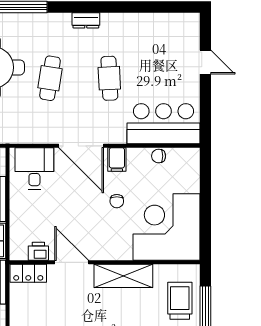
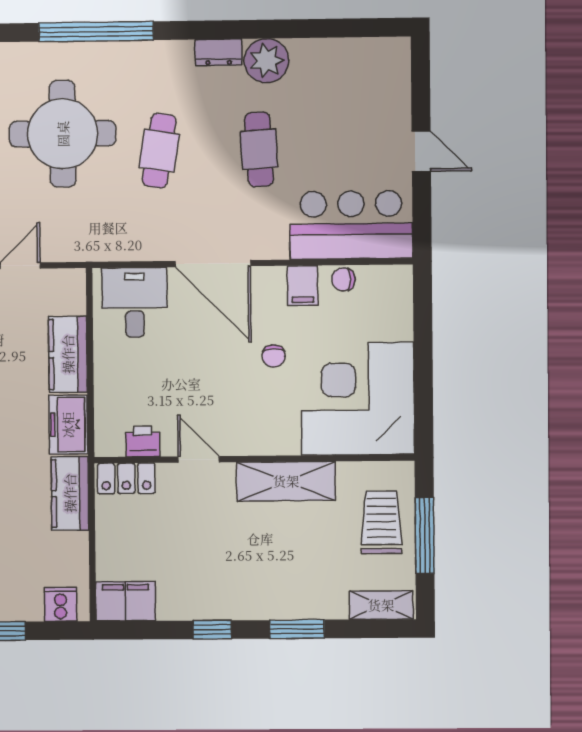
plant: (114, 26) -> (266, 61), added
door: (205, 62) -> (421, 151), moved
filing cabinet: (117, 159) -> (303, 286), moved
door: (72, 262) -> (199, 459), width x0.73

